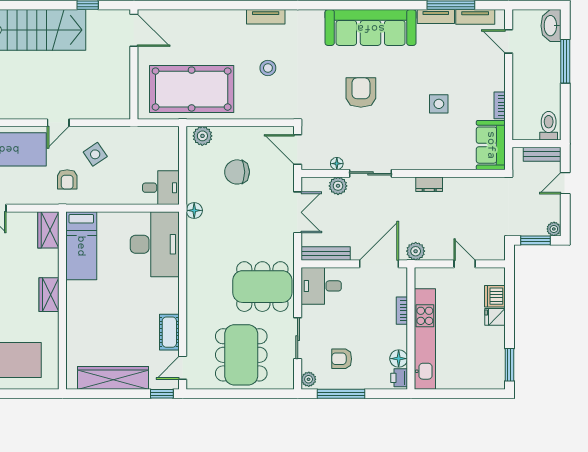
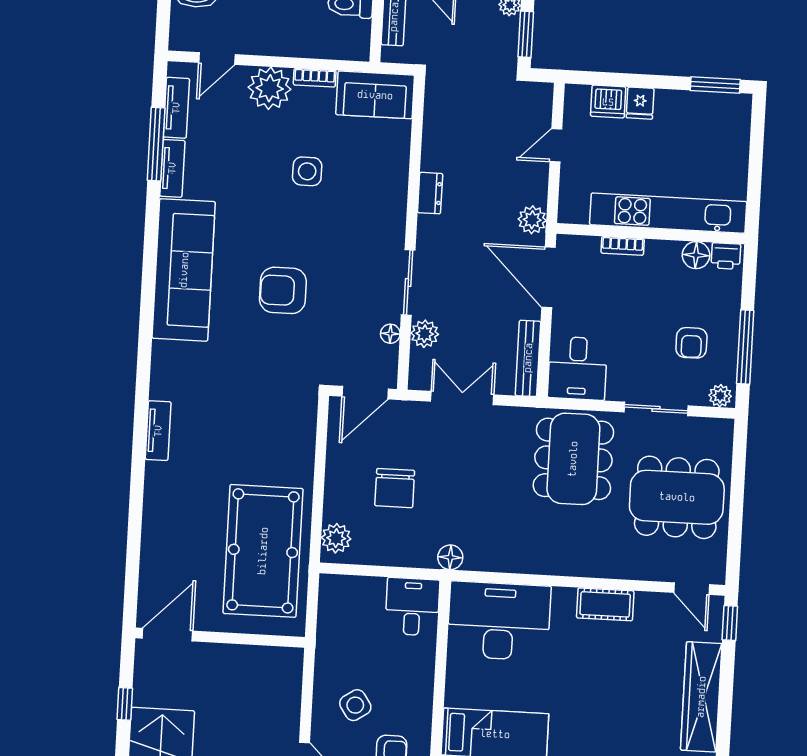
stool: (268, 68) -> (237, 432), removed
plant: (491, 77) -> (270, 88), added
cot: (169, 332) -> (605, 604), moved

